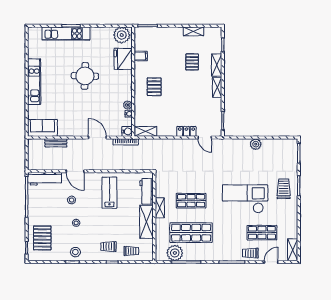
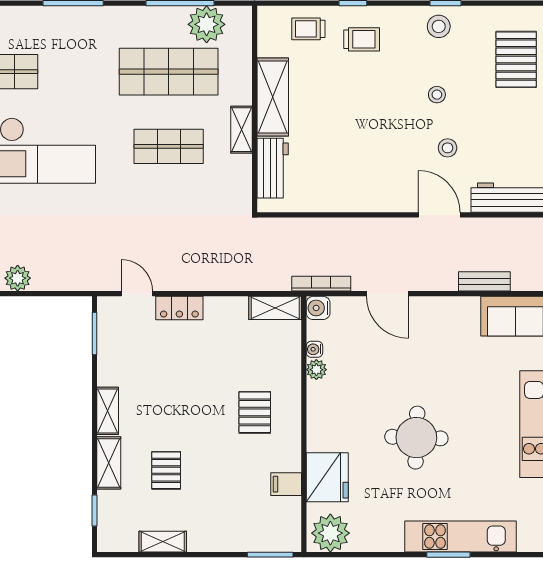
lab bench: (109, 193) -> (359, 165), removed
trolley: (250, 253) -> (30, 24), removed

